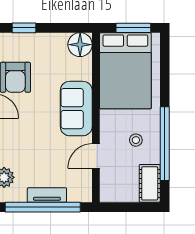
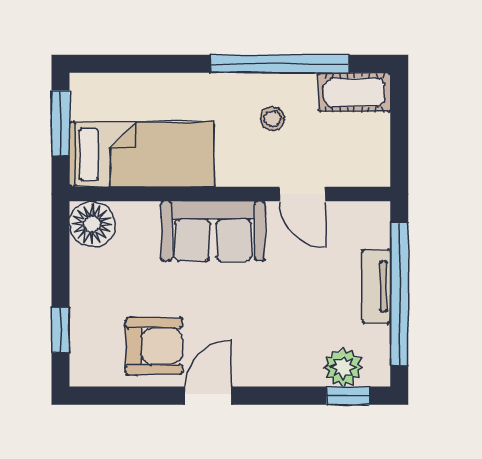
bed: (125, 71) -> (142, 154), width x0.67

